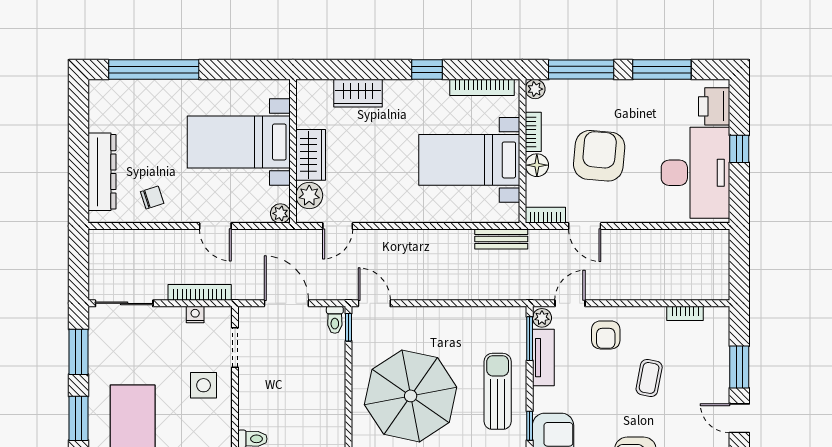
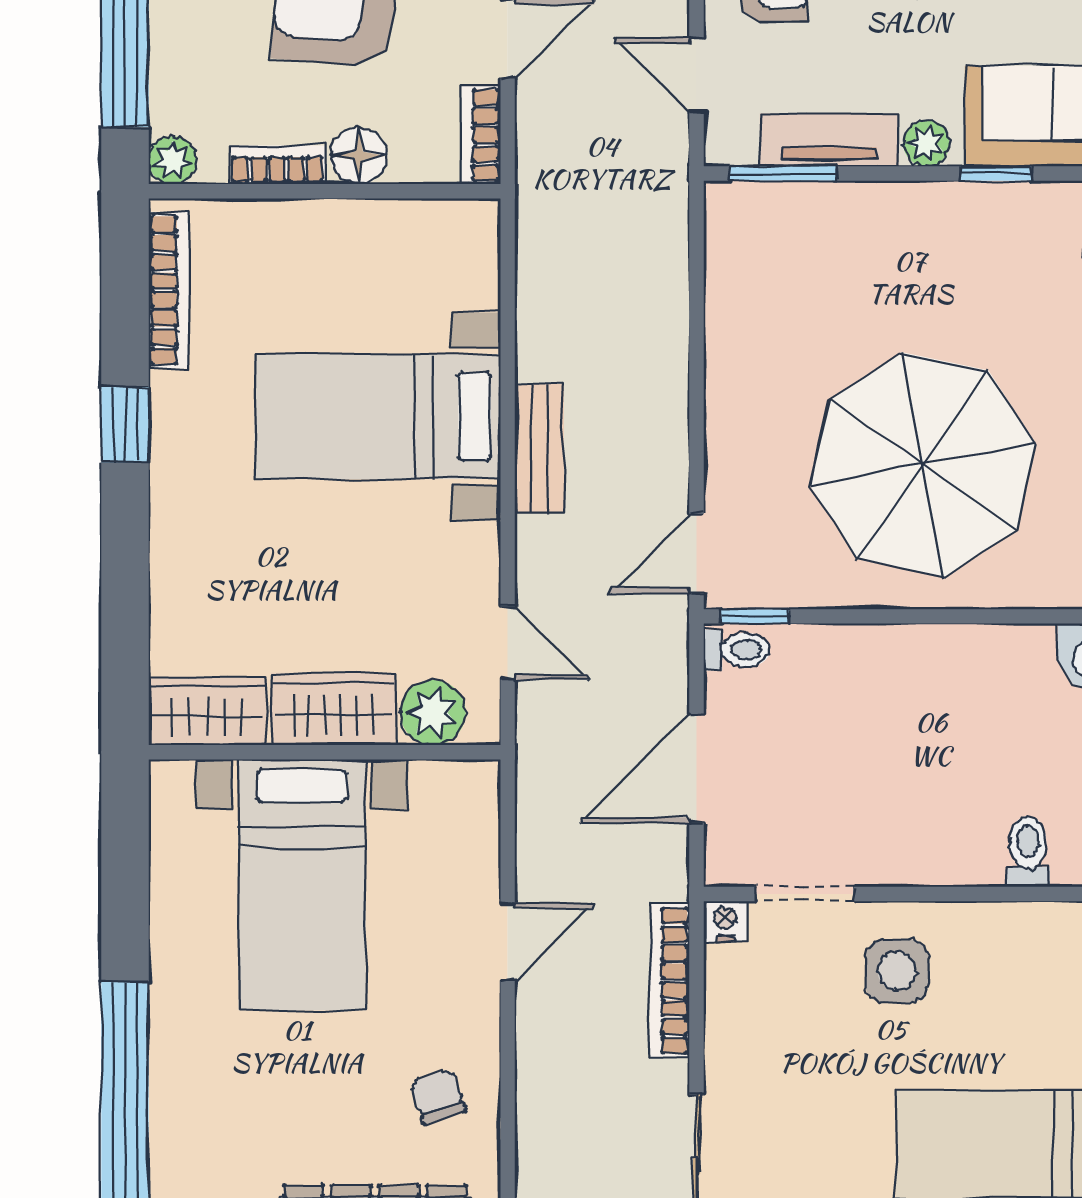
wardrobe: (358, 93) -> (208, 711), moved, turned -90
bed with nightstands: (469, 160) -> (378, 417), moved, turned 90
plant: (280, 213) -> (477, 783), removed
bench: (501, 239) -> (539, 448), moved
nightstand: (195, 315) -> (725, 921), moved, turned 90
plant: (542, 318) -> (926, 143), moved
sun lounger: (498, 391) -> (912, 252), removed

